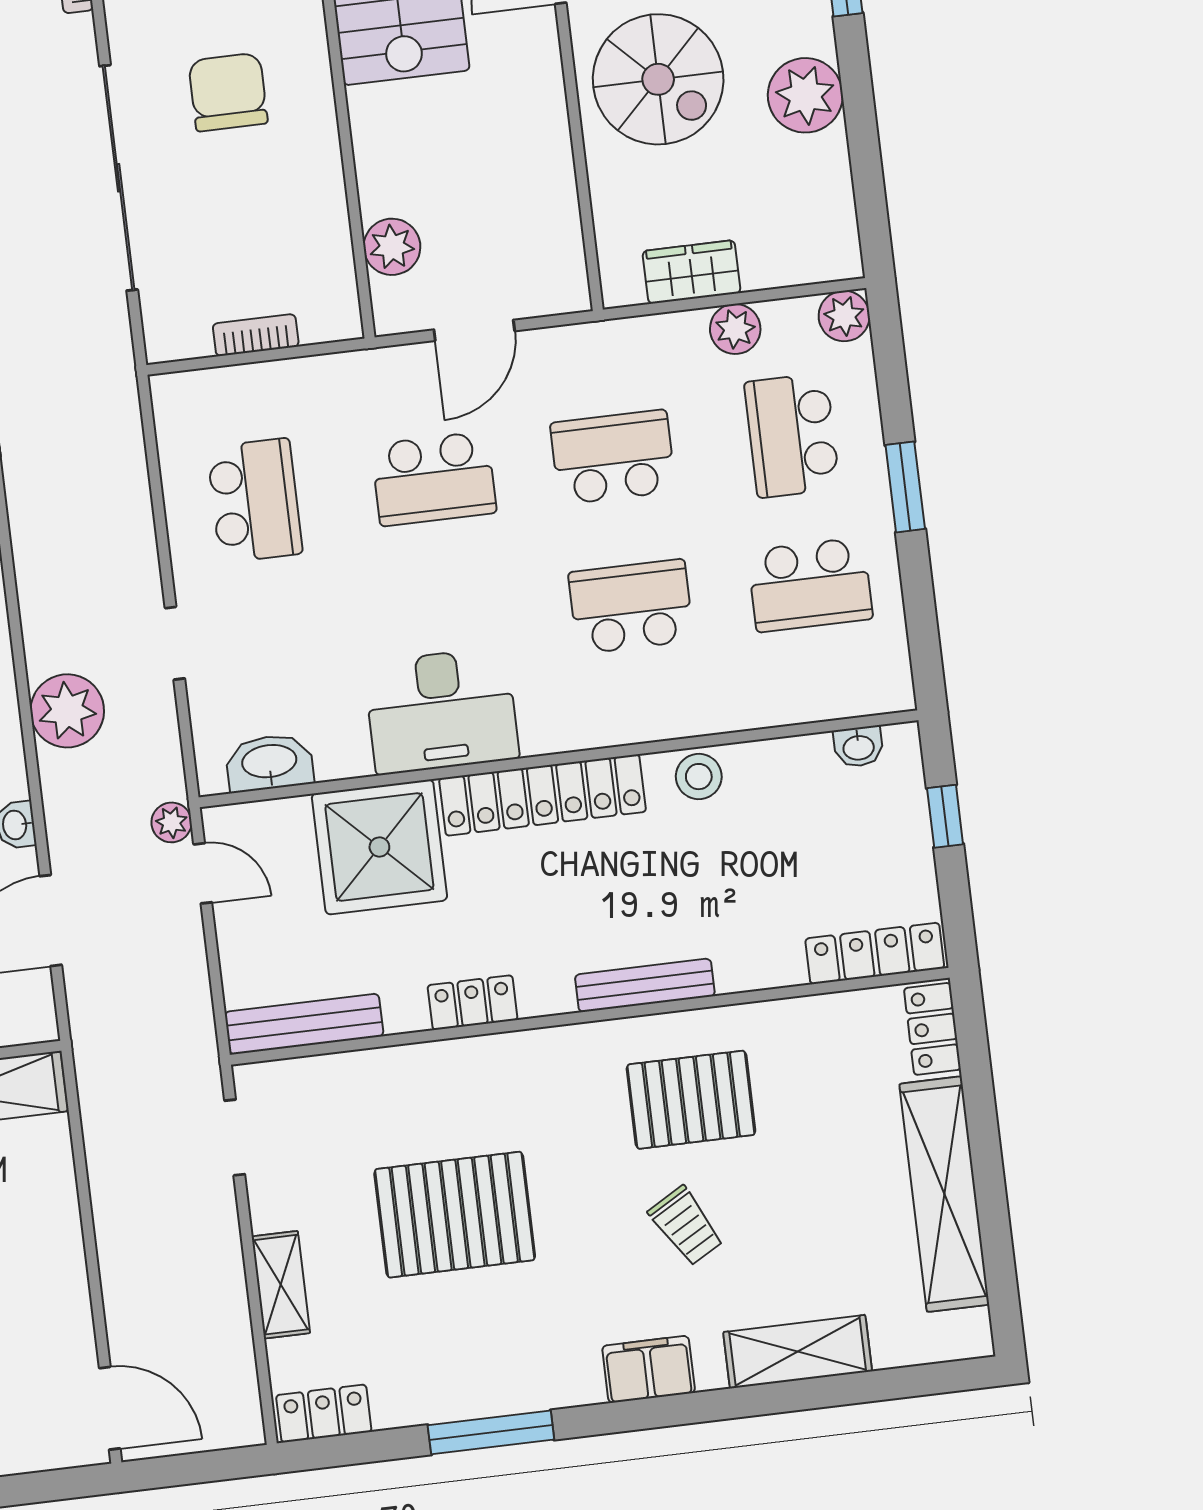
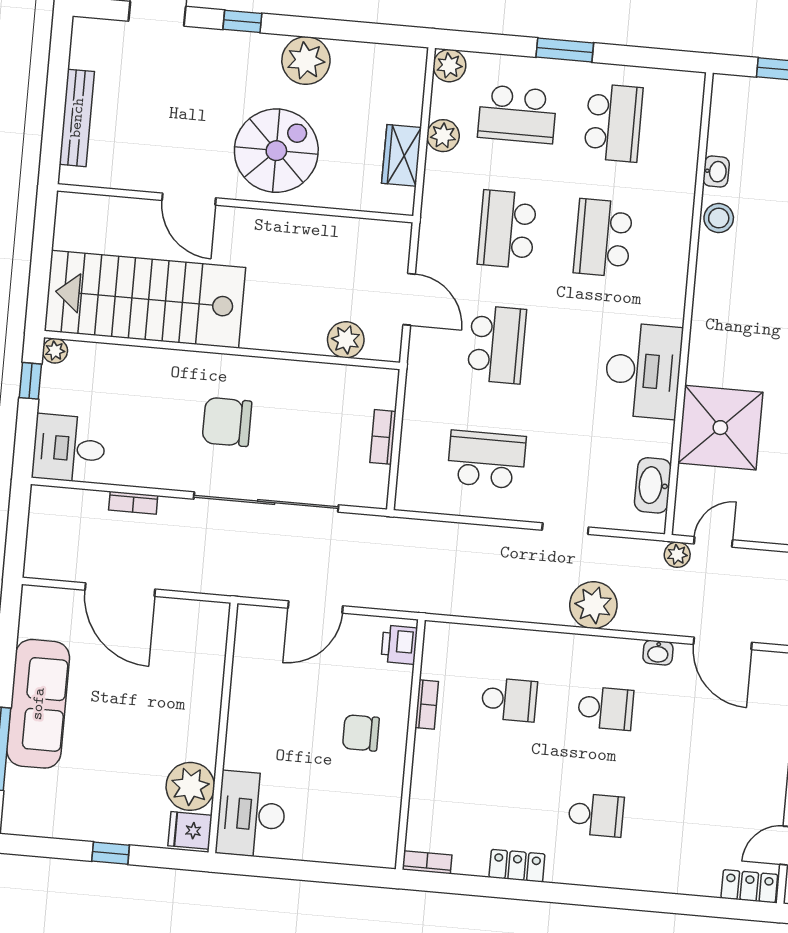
washbasin: (858, 747) -> (716, 172), moved
locker: (543, 795) -> (709, 318), removed

